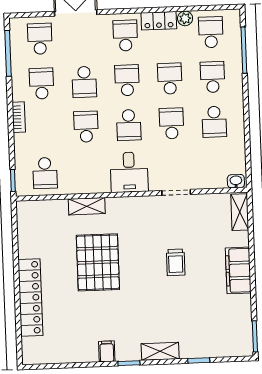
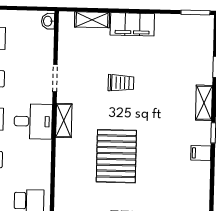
shelving: (87, 206) -> (64, 120), moved
shelving: (240, 212) -> (92, 20), moved
pallet: (98, 262) -> (116, 156), turned 90

